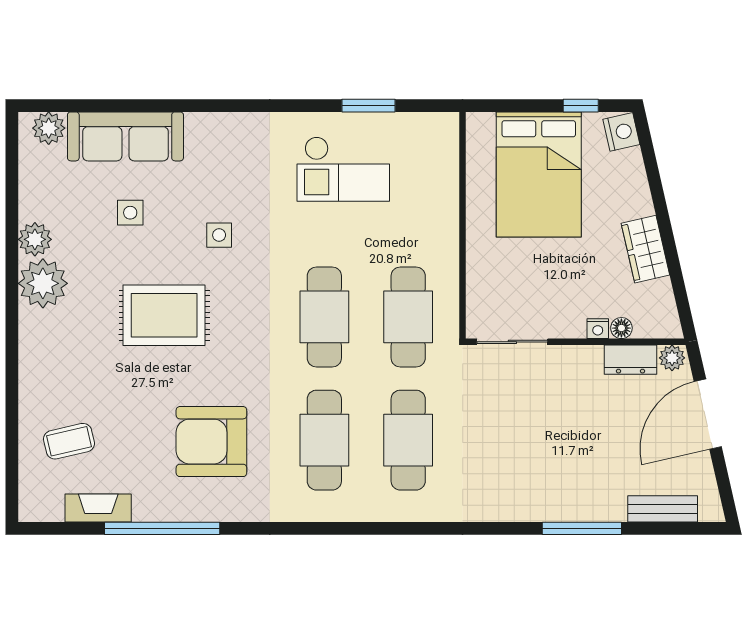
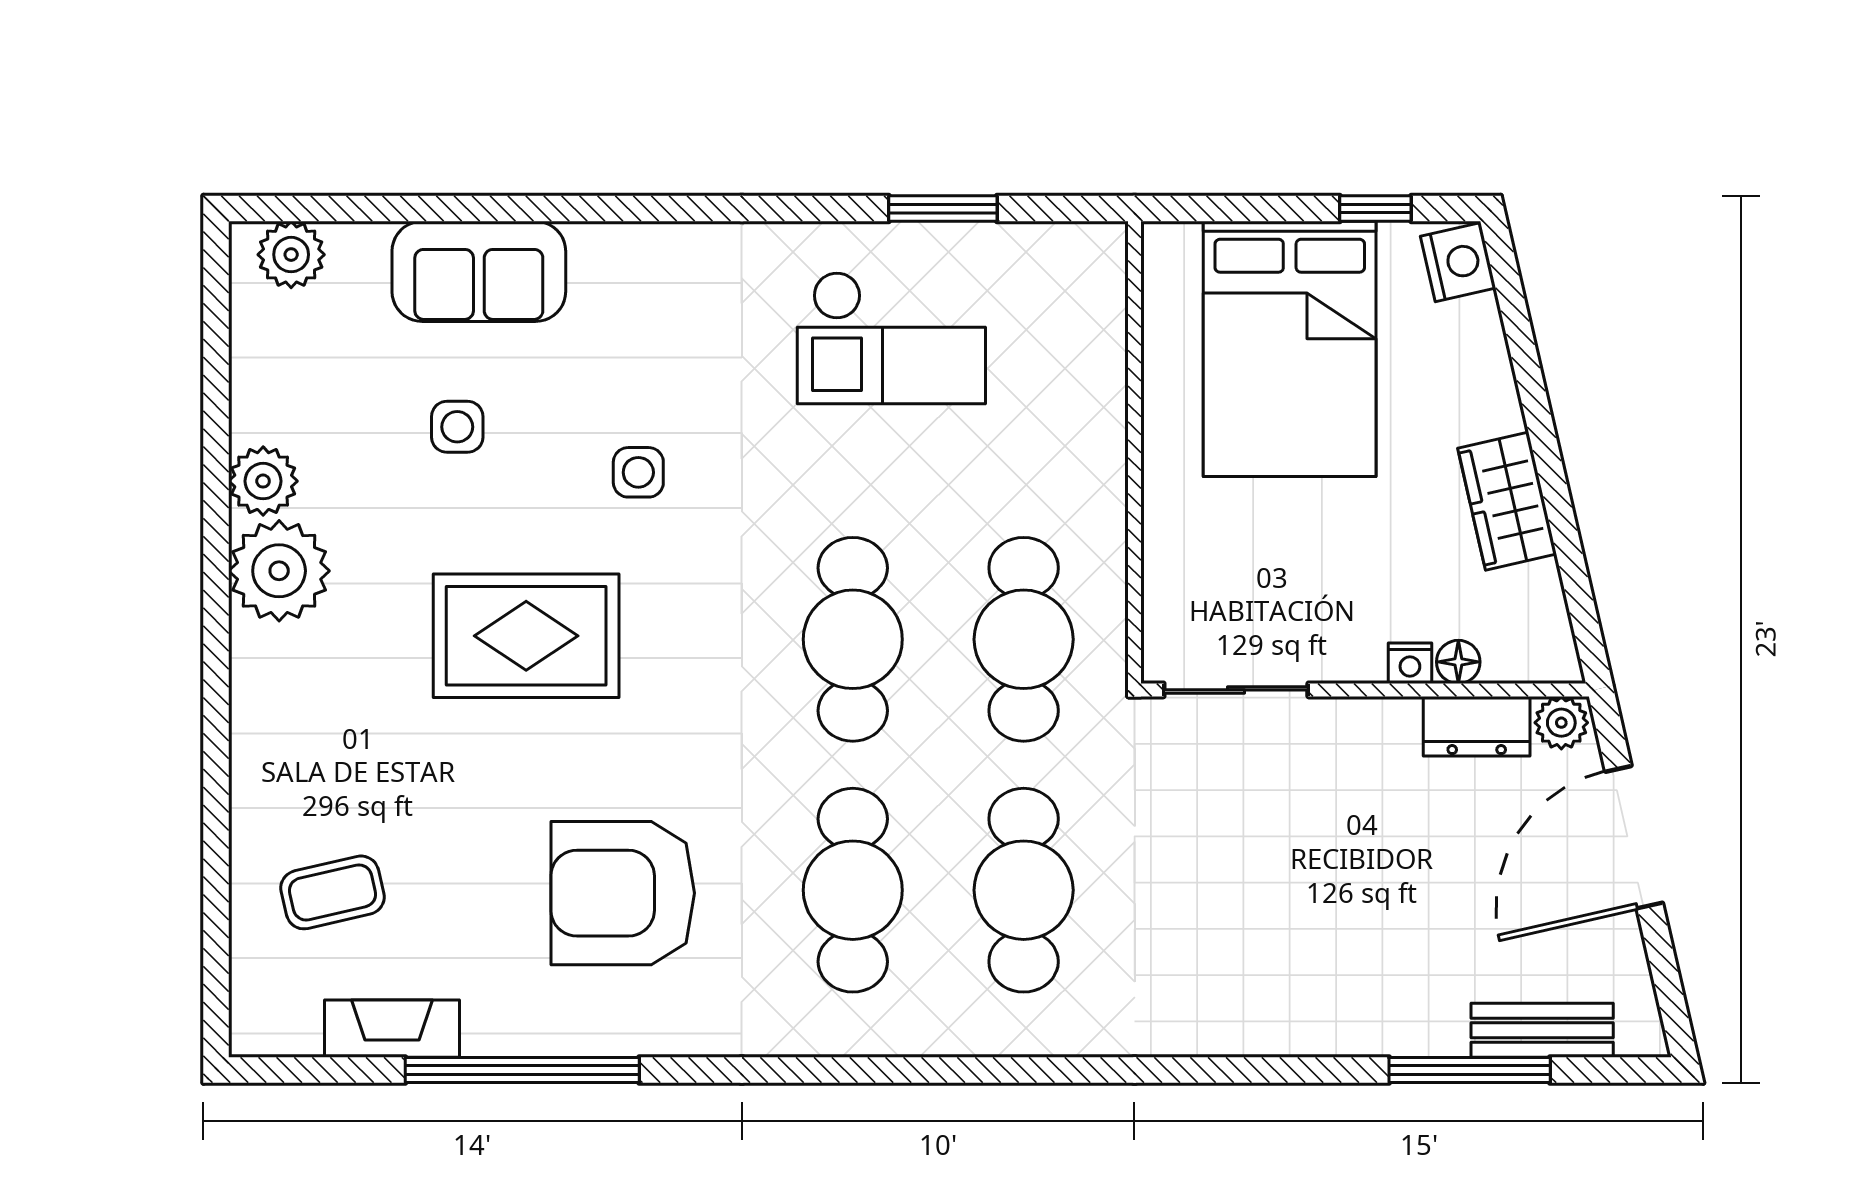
sofa: (125, 136) -> (479, 271), width x0.73
window: (582, 528) -> (1470, 1070), moved

